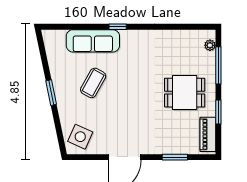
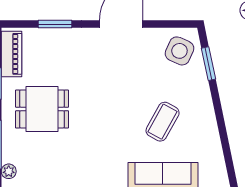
window: (51, 93) -> (209, 64), moved

